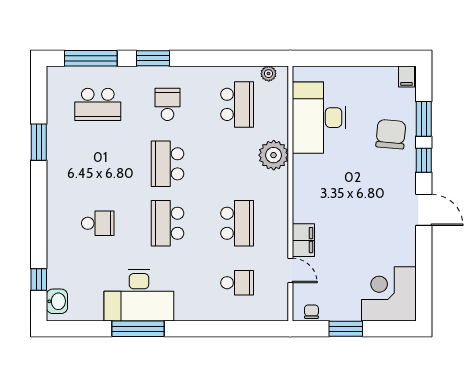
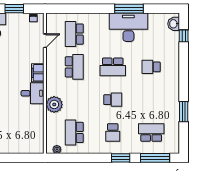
desk: (319, 118) -> (32, 93), moved, width x0.53, depth x0.77
school desk: (167, 164) -> (113, 100), width x0.54
school desk: (167, 223) -> (113, 67), turned 90
school desk: (237, 223) -> (74, 67), turned 180
filing cabinet: (303, 240) -> (38, 73), moved
door: (290, 271) -> (45, 41), swing flipped
school desk: (237, 283) -> (74, 34), width x1.85

